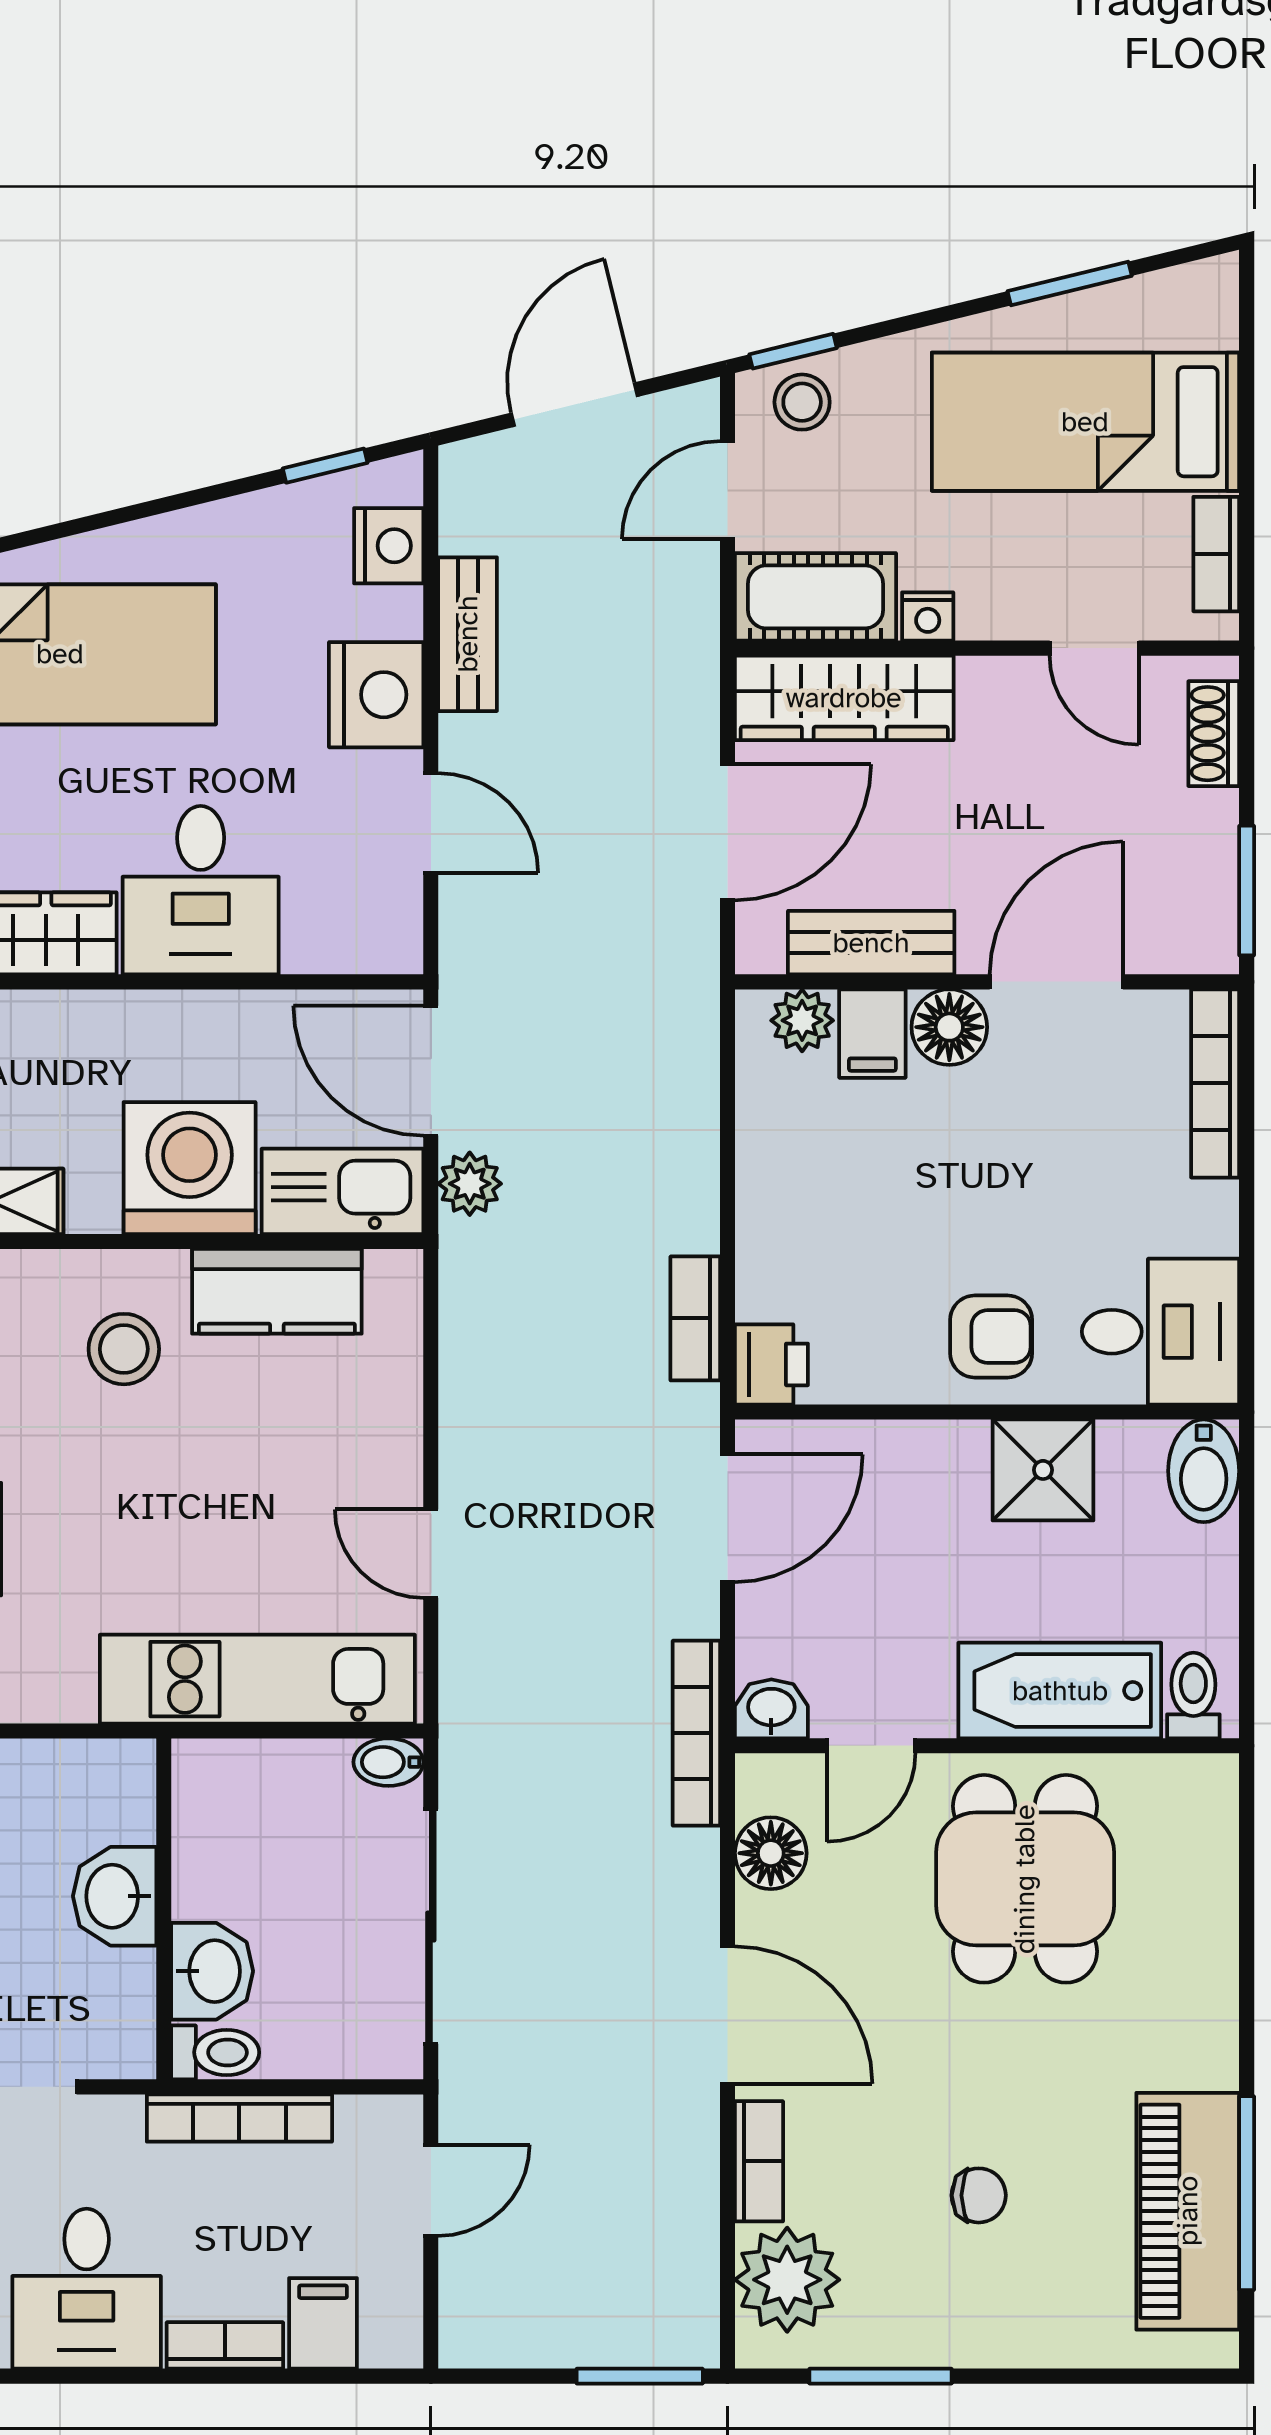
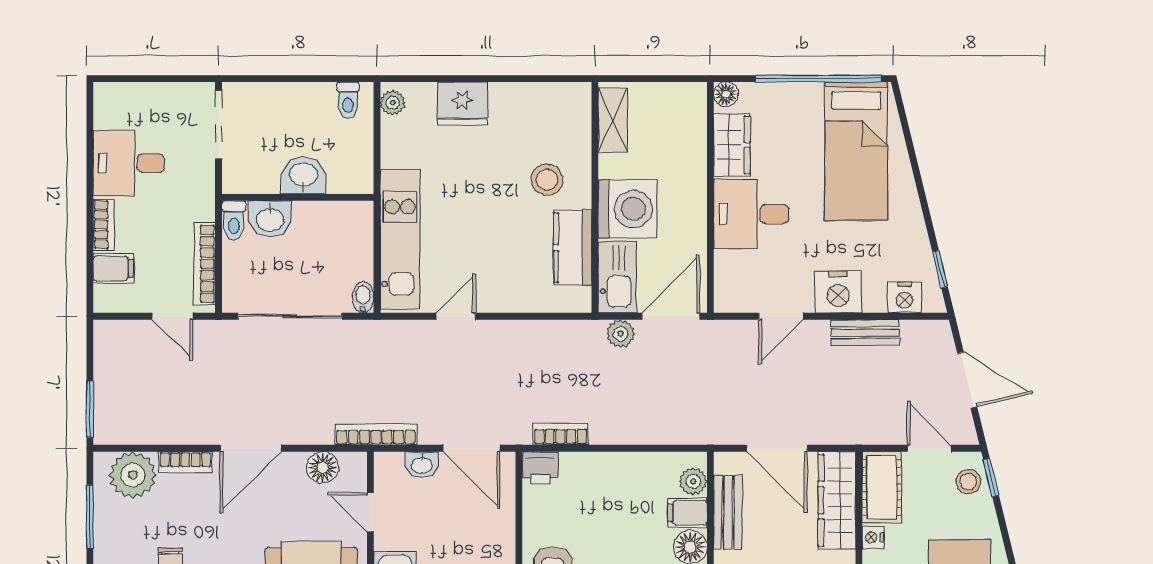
washbasin: (771, 1709) -> (422, 465), moved, turned 90
bookcase: (239, 2118) -> (205, 264), moved

